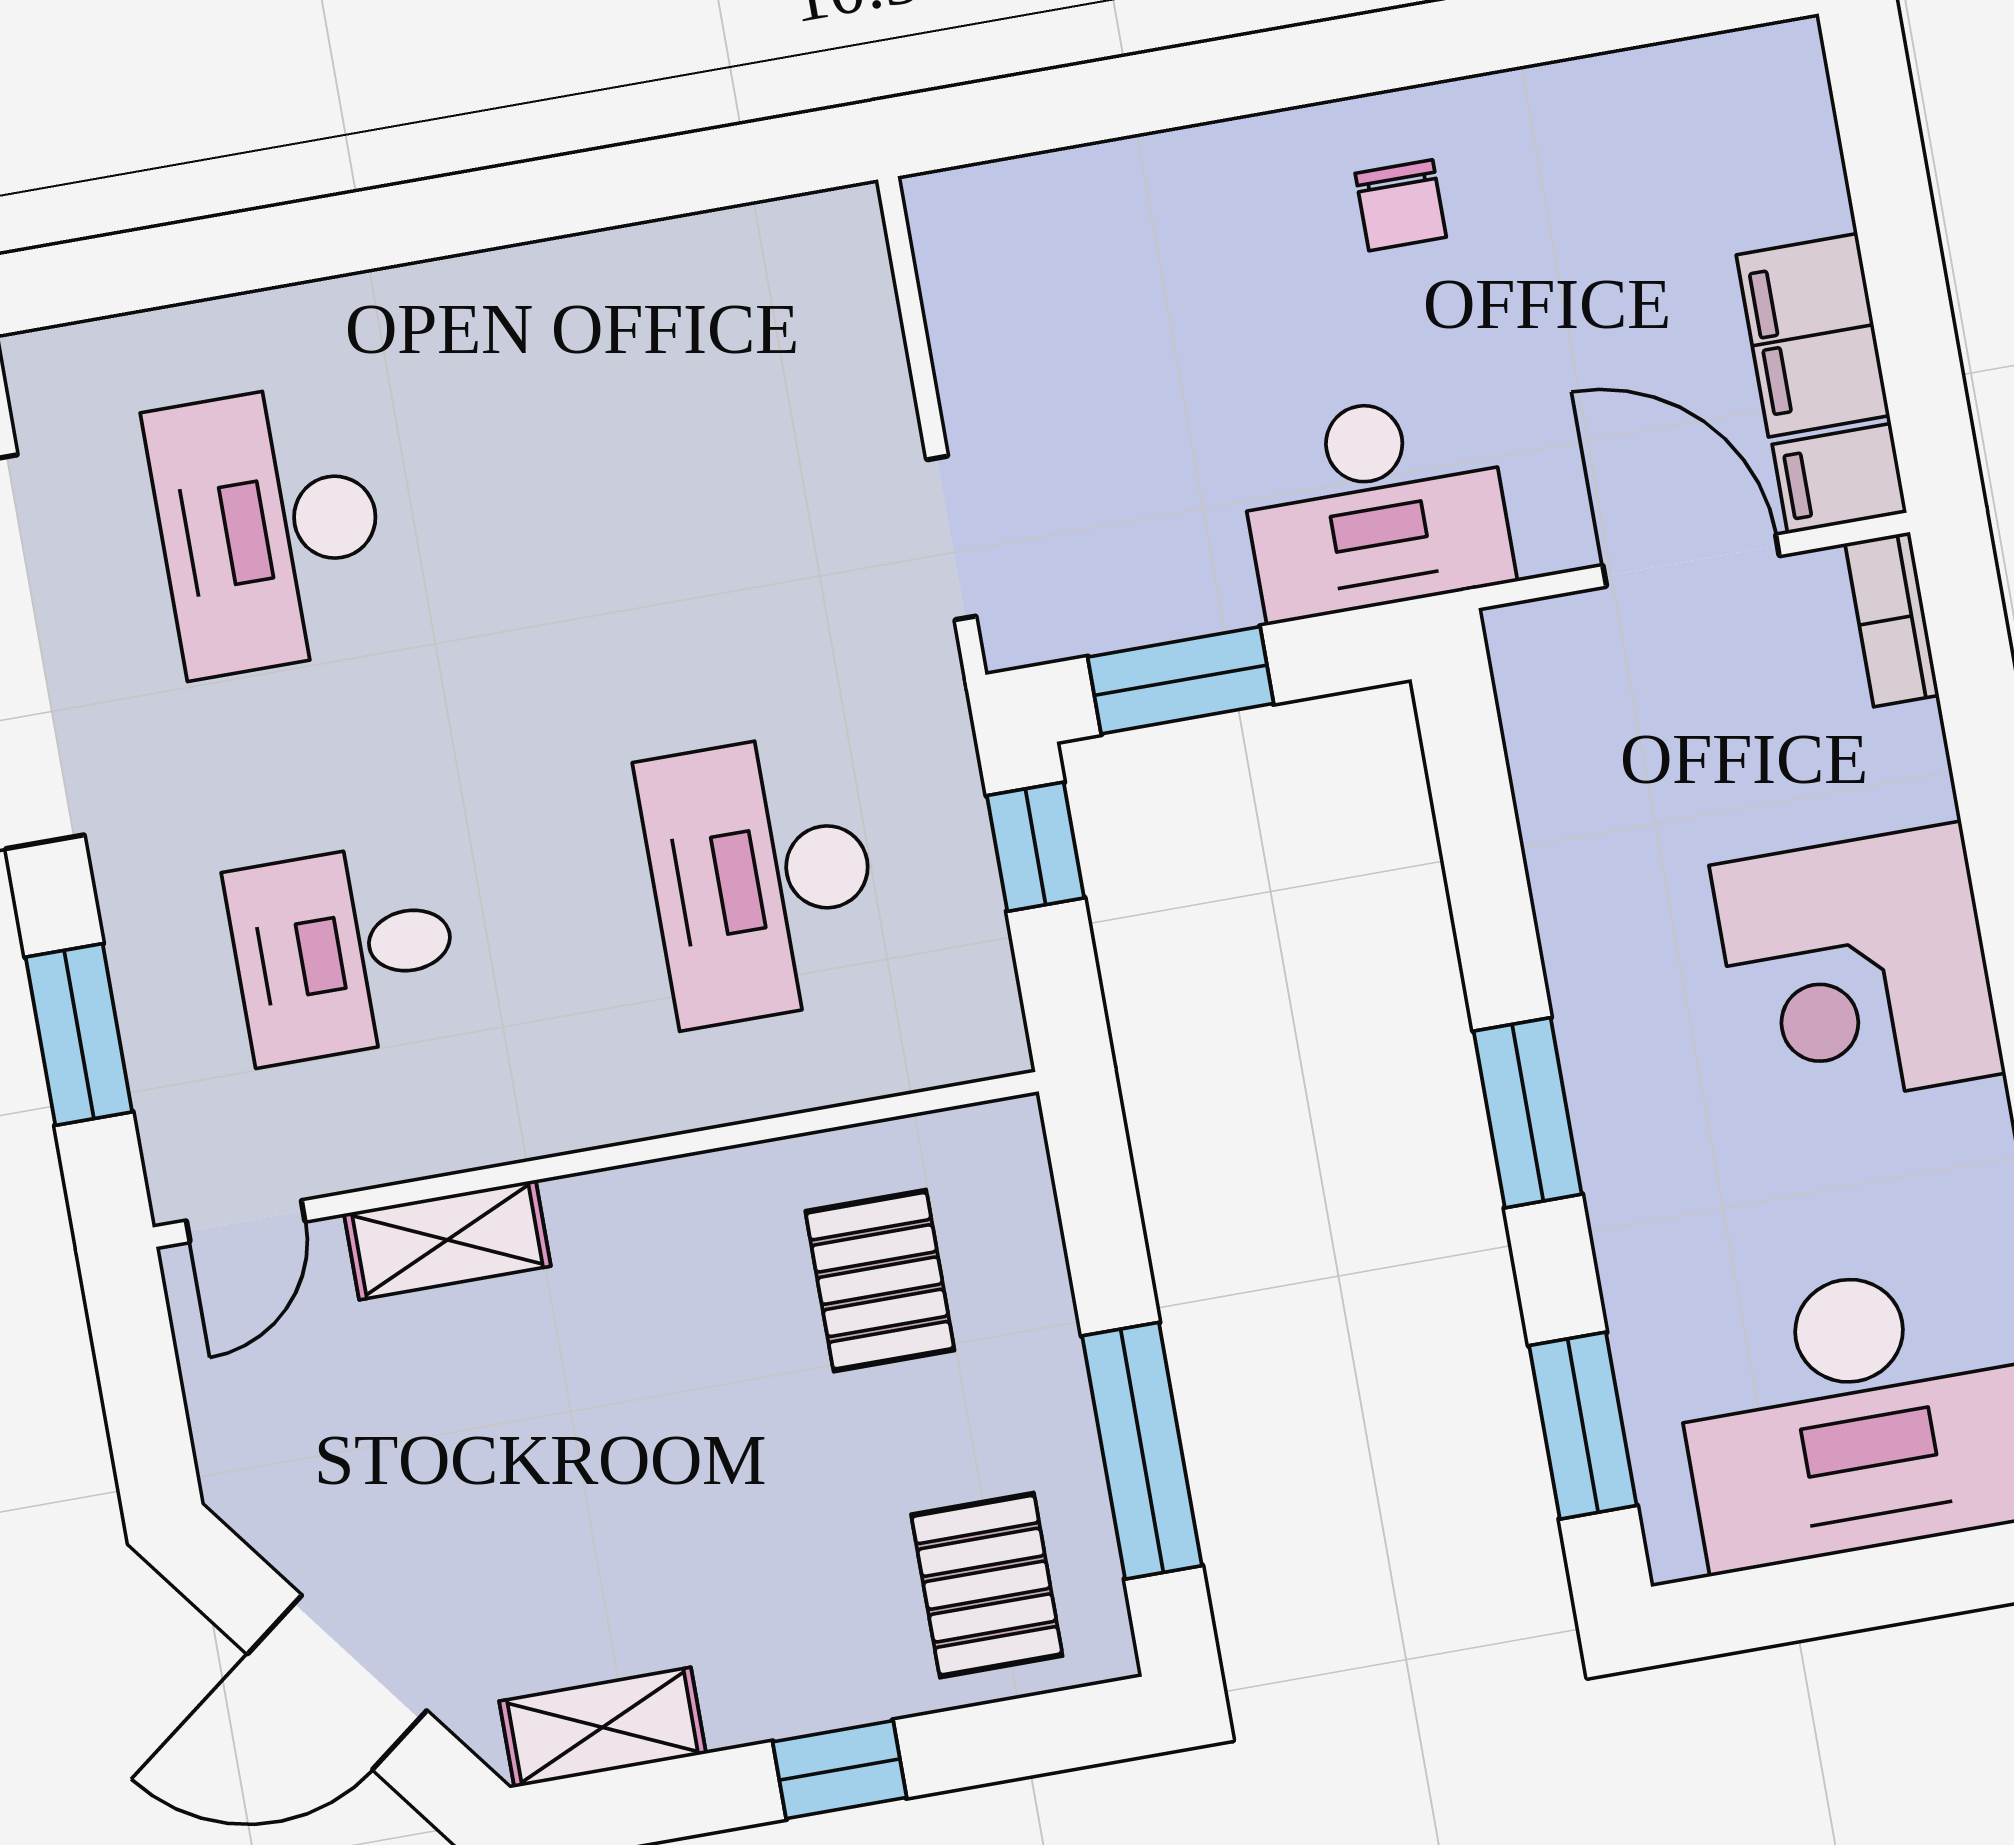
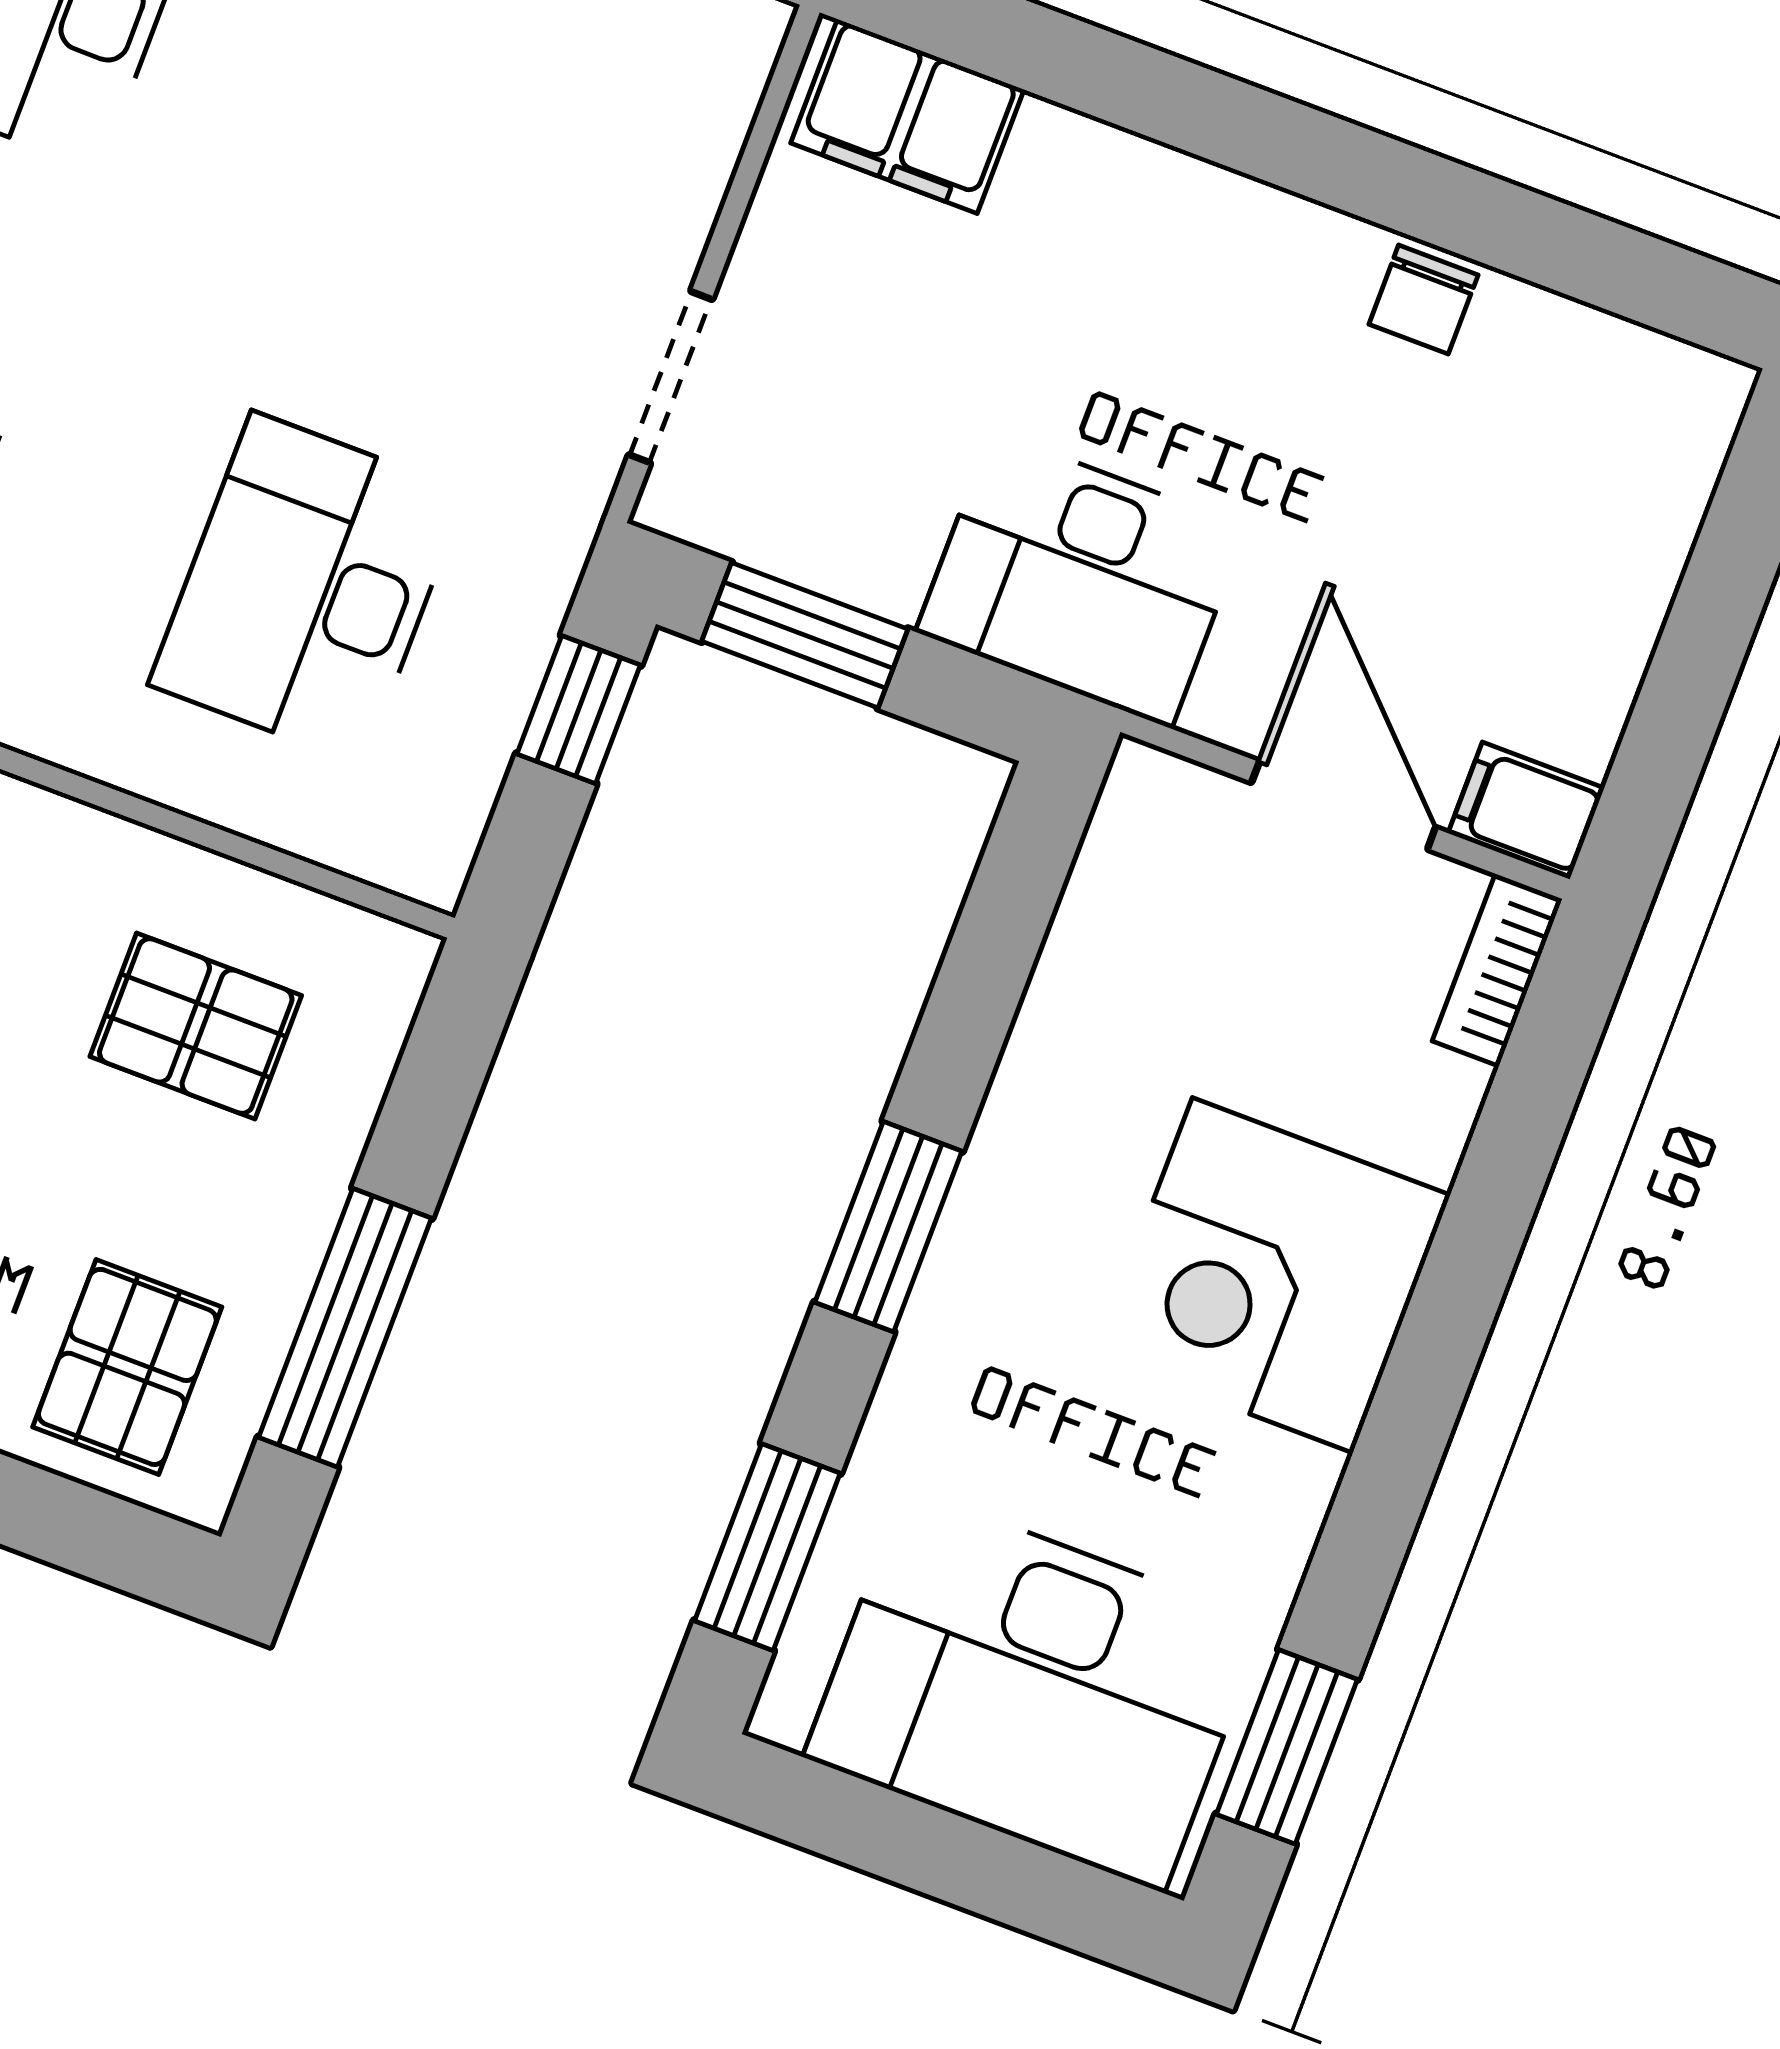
chair: (1401, 205) -> (1423, 300), moved
filing cabinet: (1813, 335) -> (907, 116), moved, turned -90
pallet: (880, 1281) -> (196, 1026), turned 90

